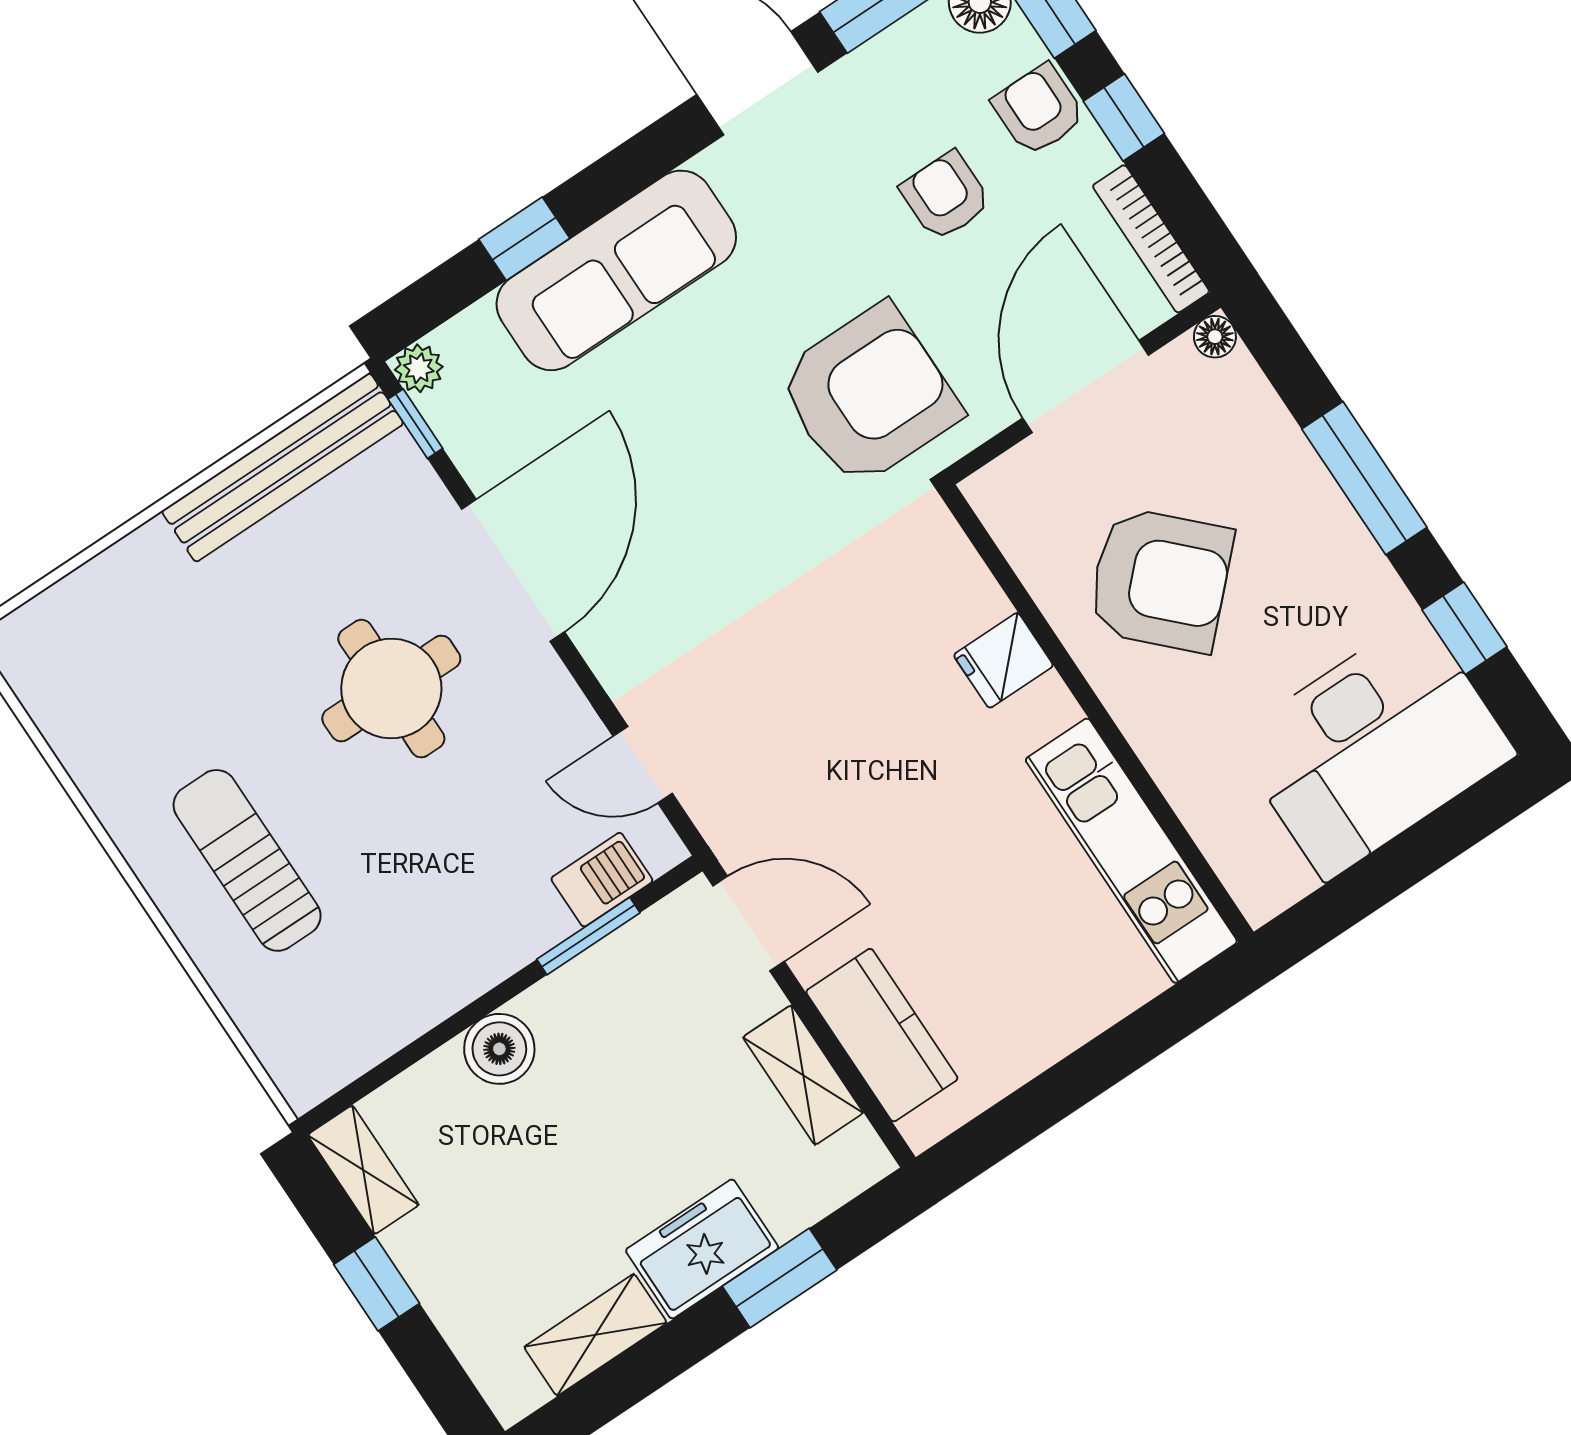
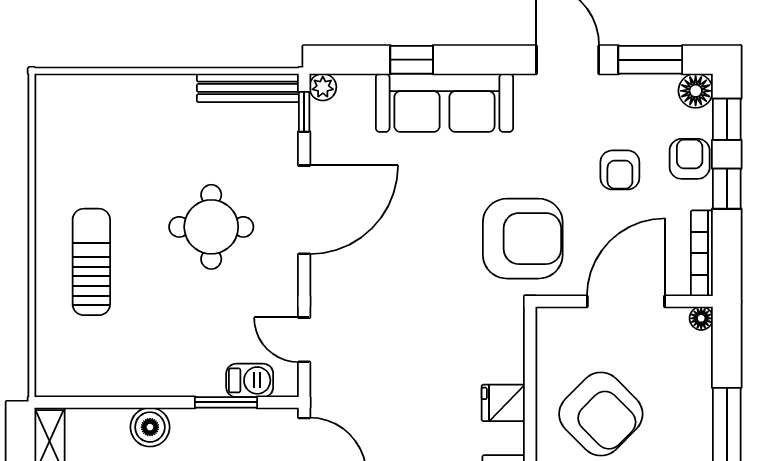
armchair: (946, 196) -> (620, 170), turned 180
bench: (283, 467) -> (248, 88), width x0.73, depth x0.82

